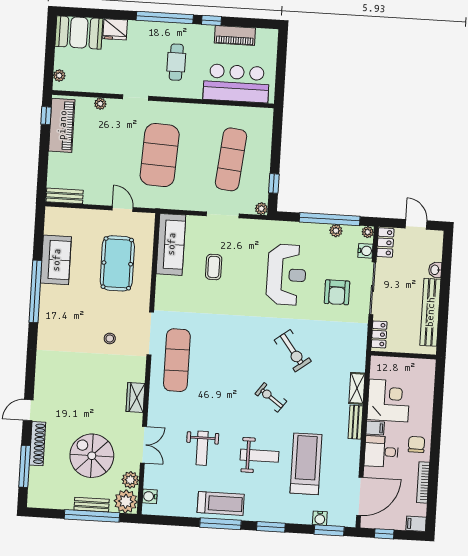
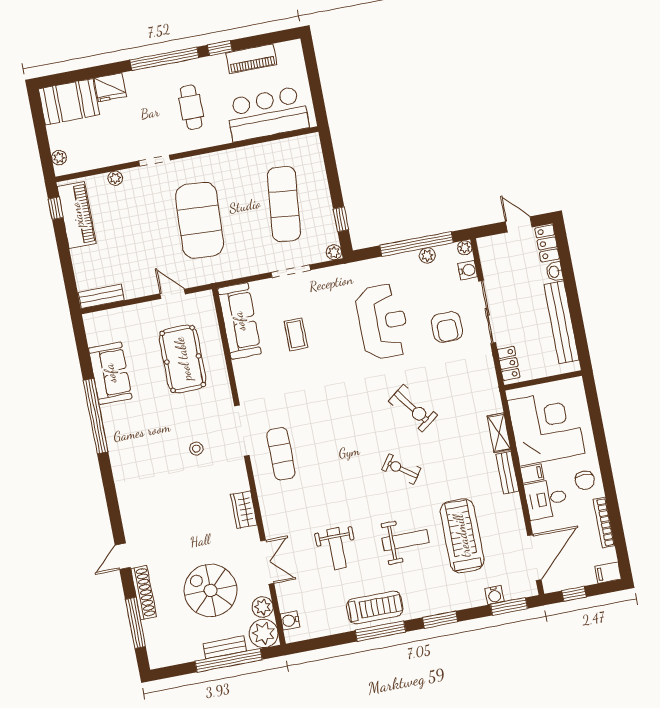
locker: (385, 243) -> (547, 243), moved, turned 180
exercise mat: (177, 360) -> (281, 454), width x0.73, depth x0.69
corner desk: (388, 401) -> (546, 427), width x1.36, depth x1.36
chair: (416, 444) -> (585, 480), turned 180

